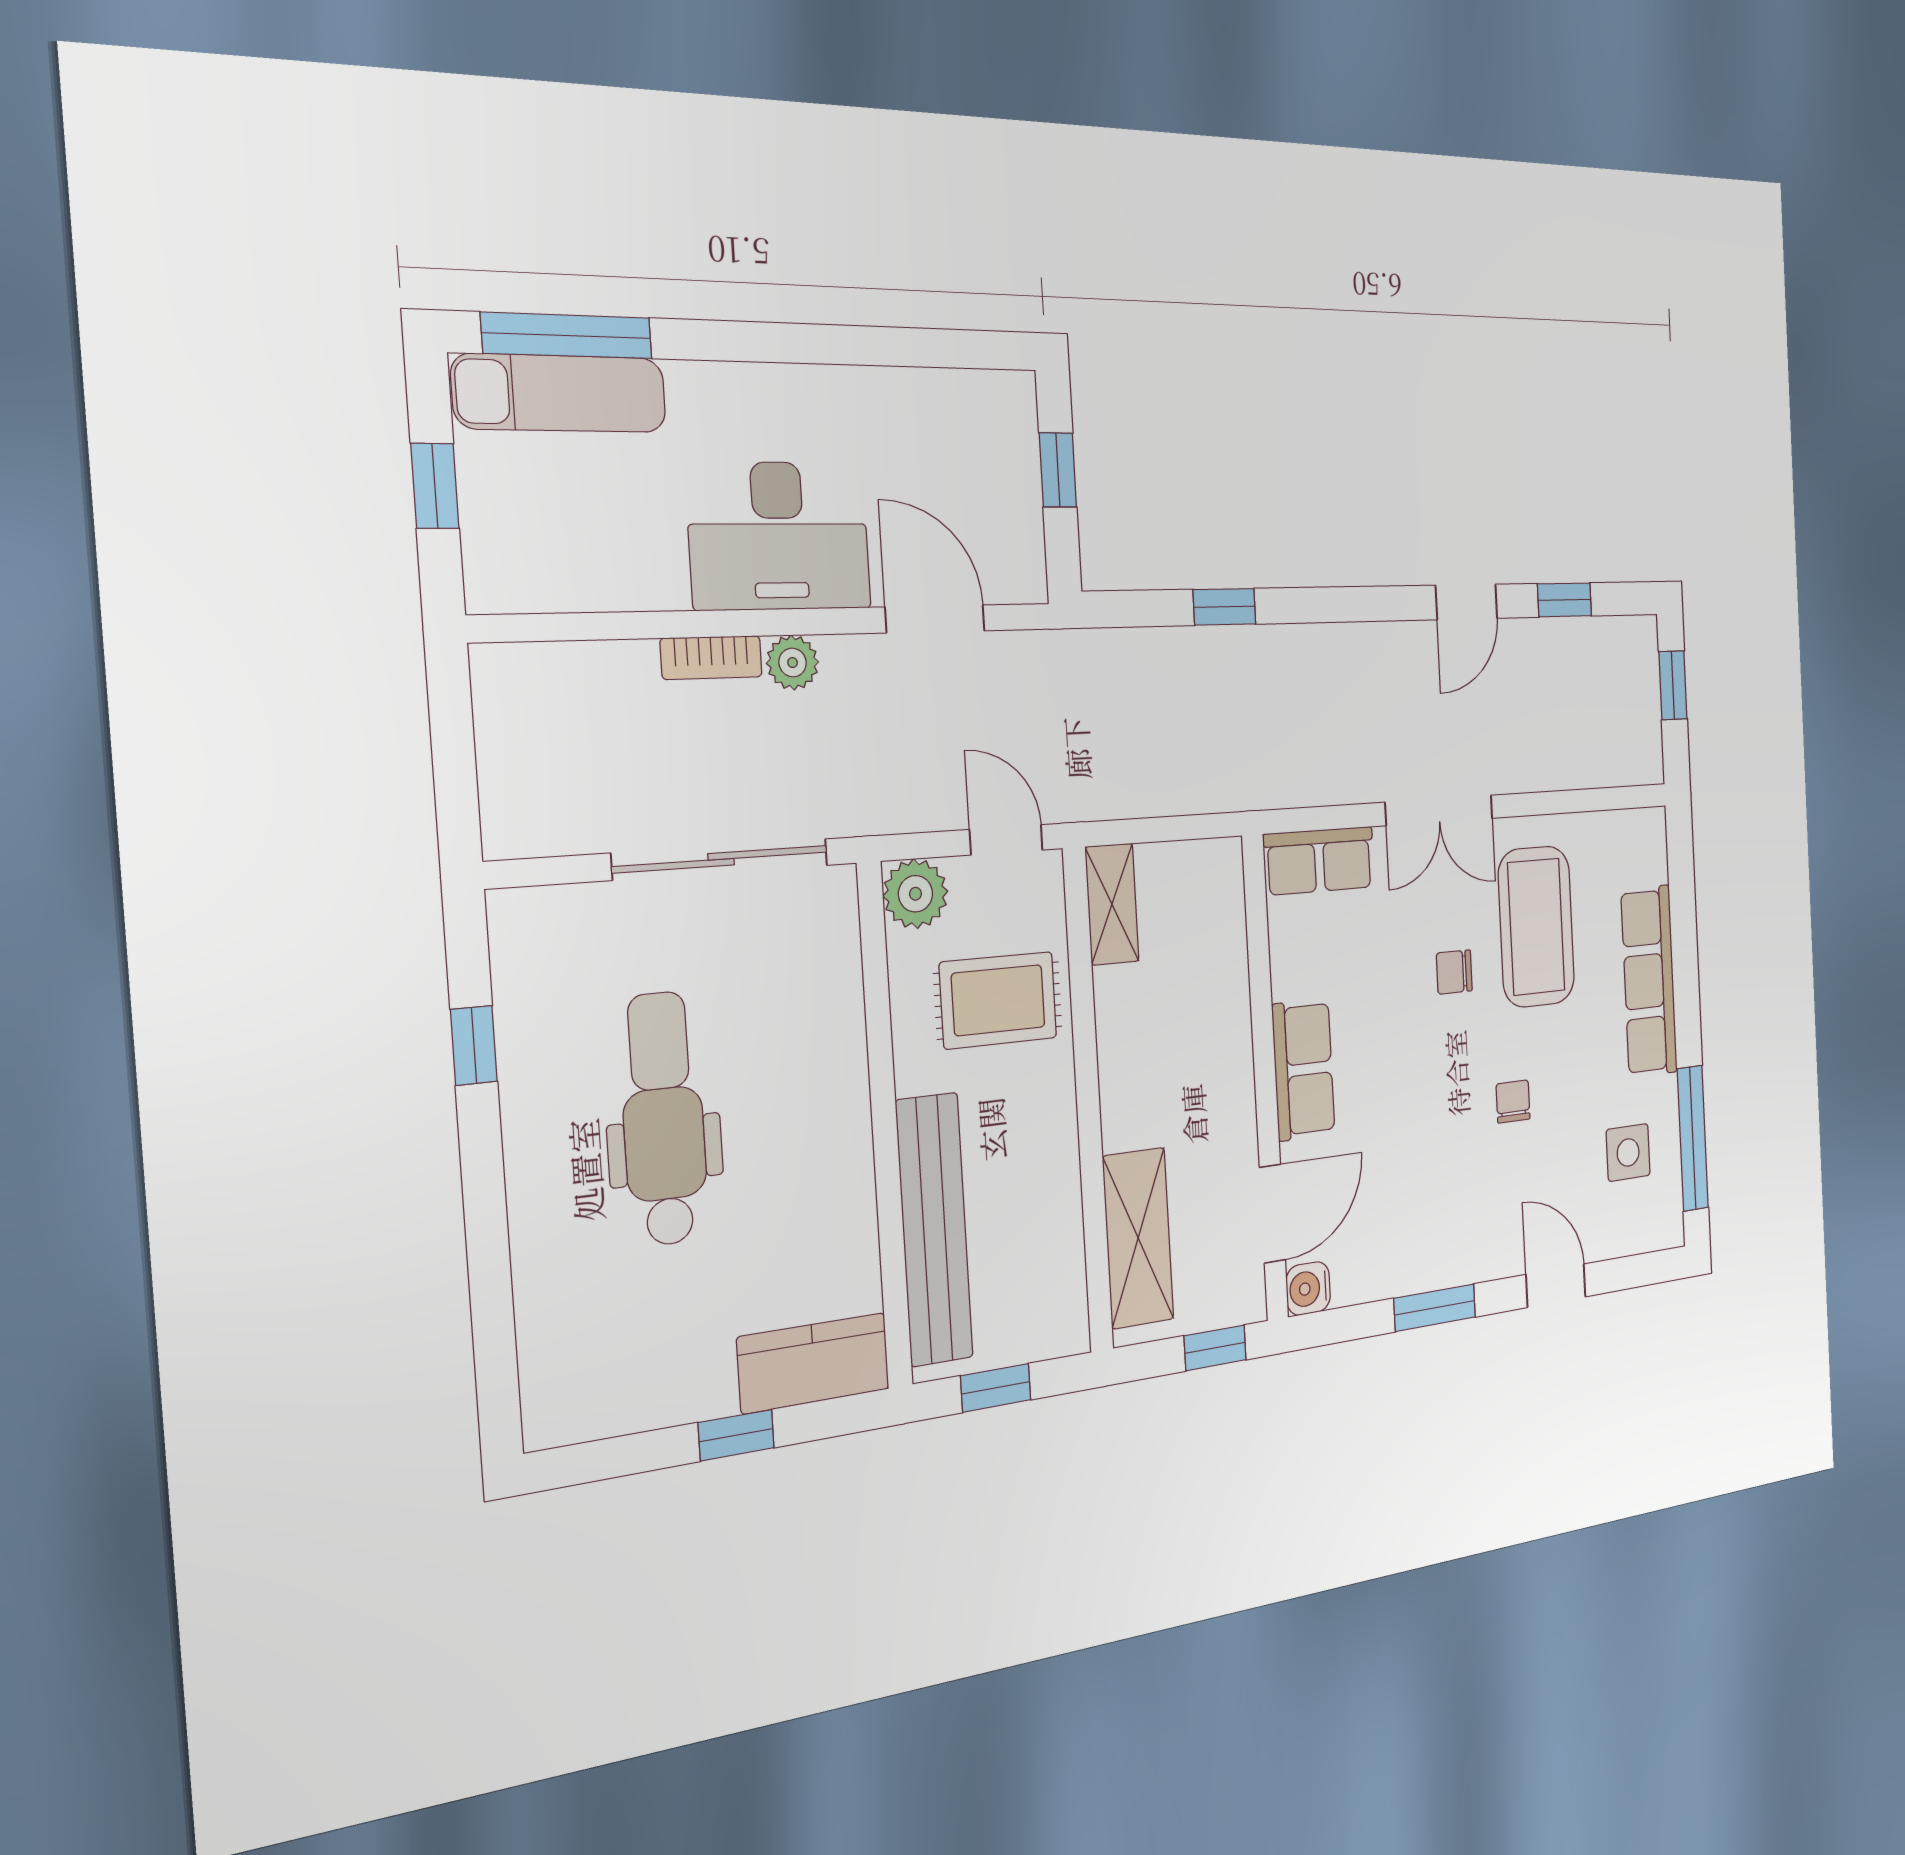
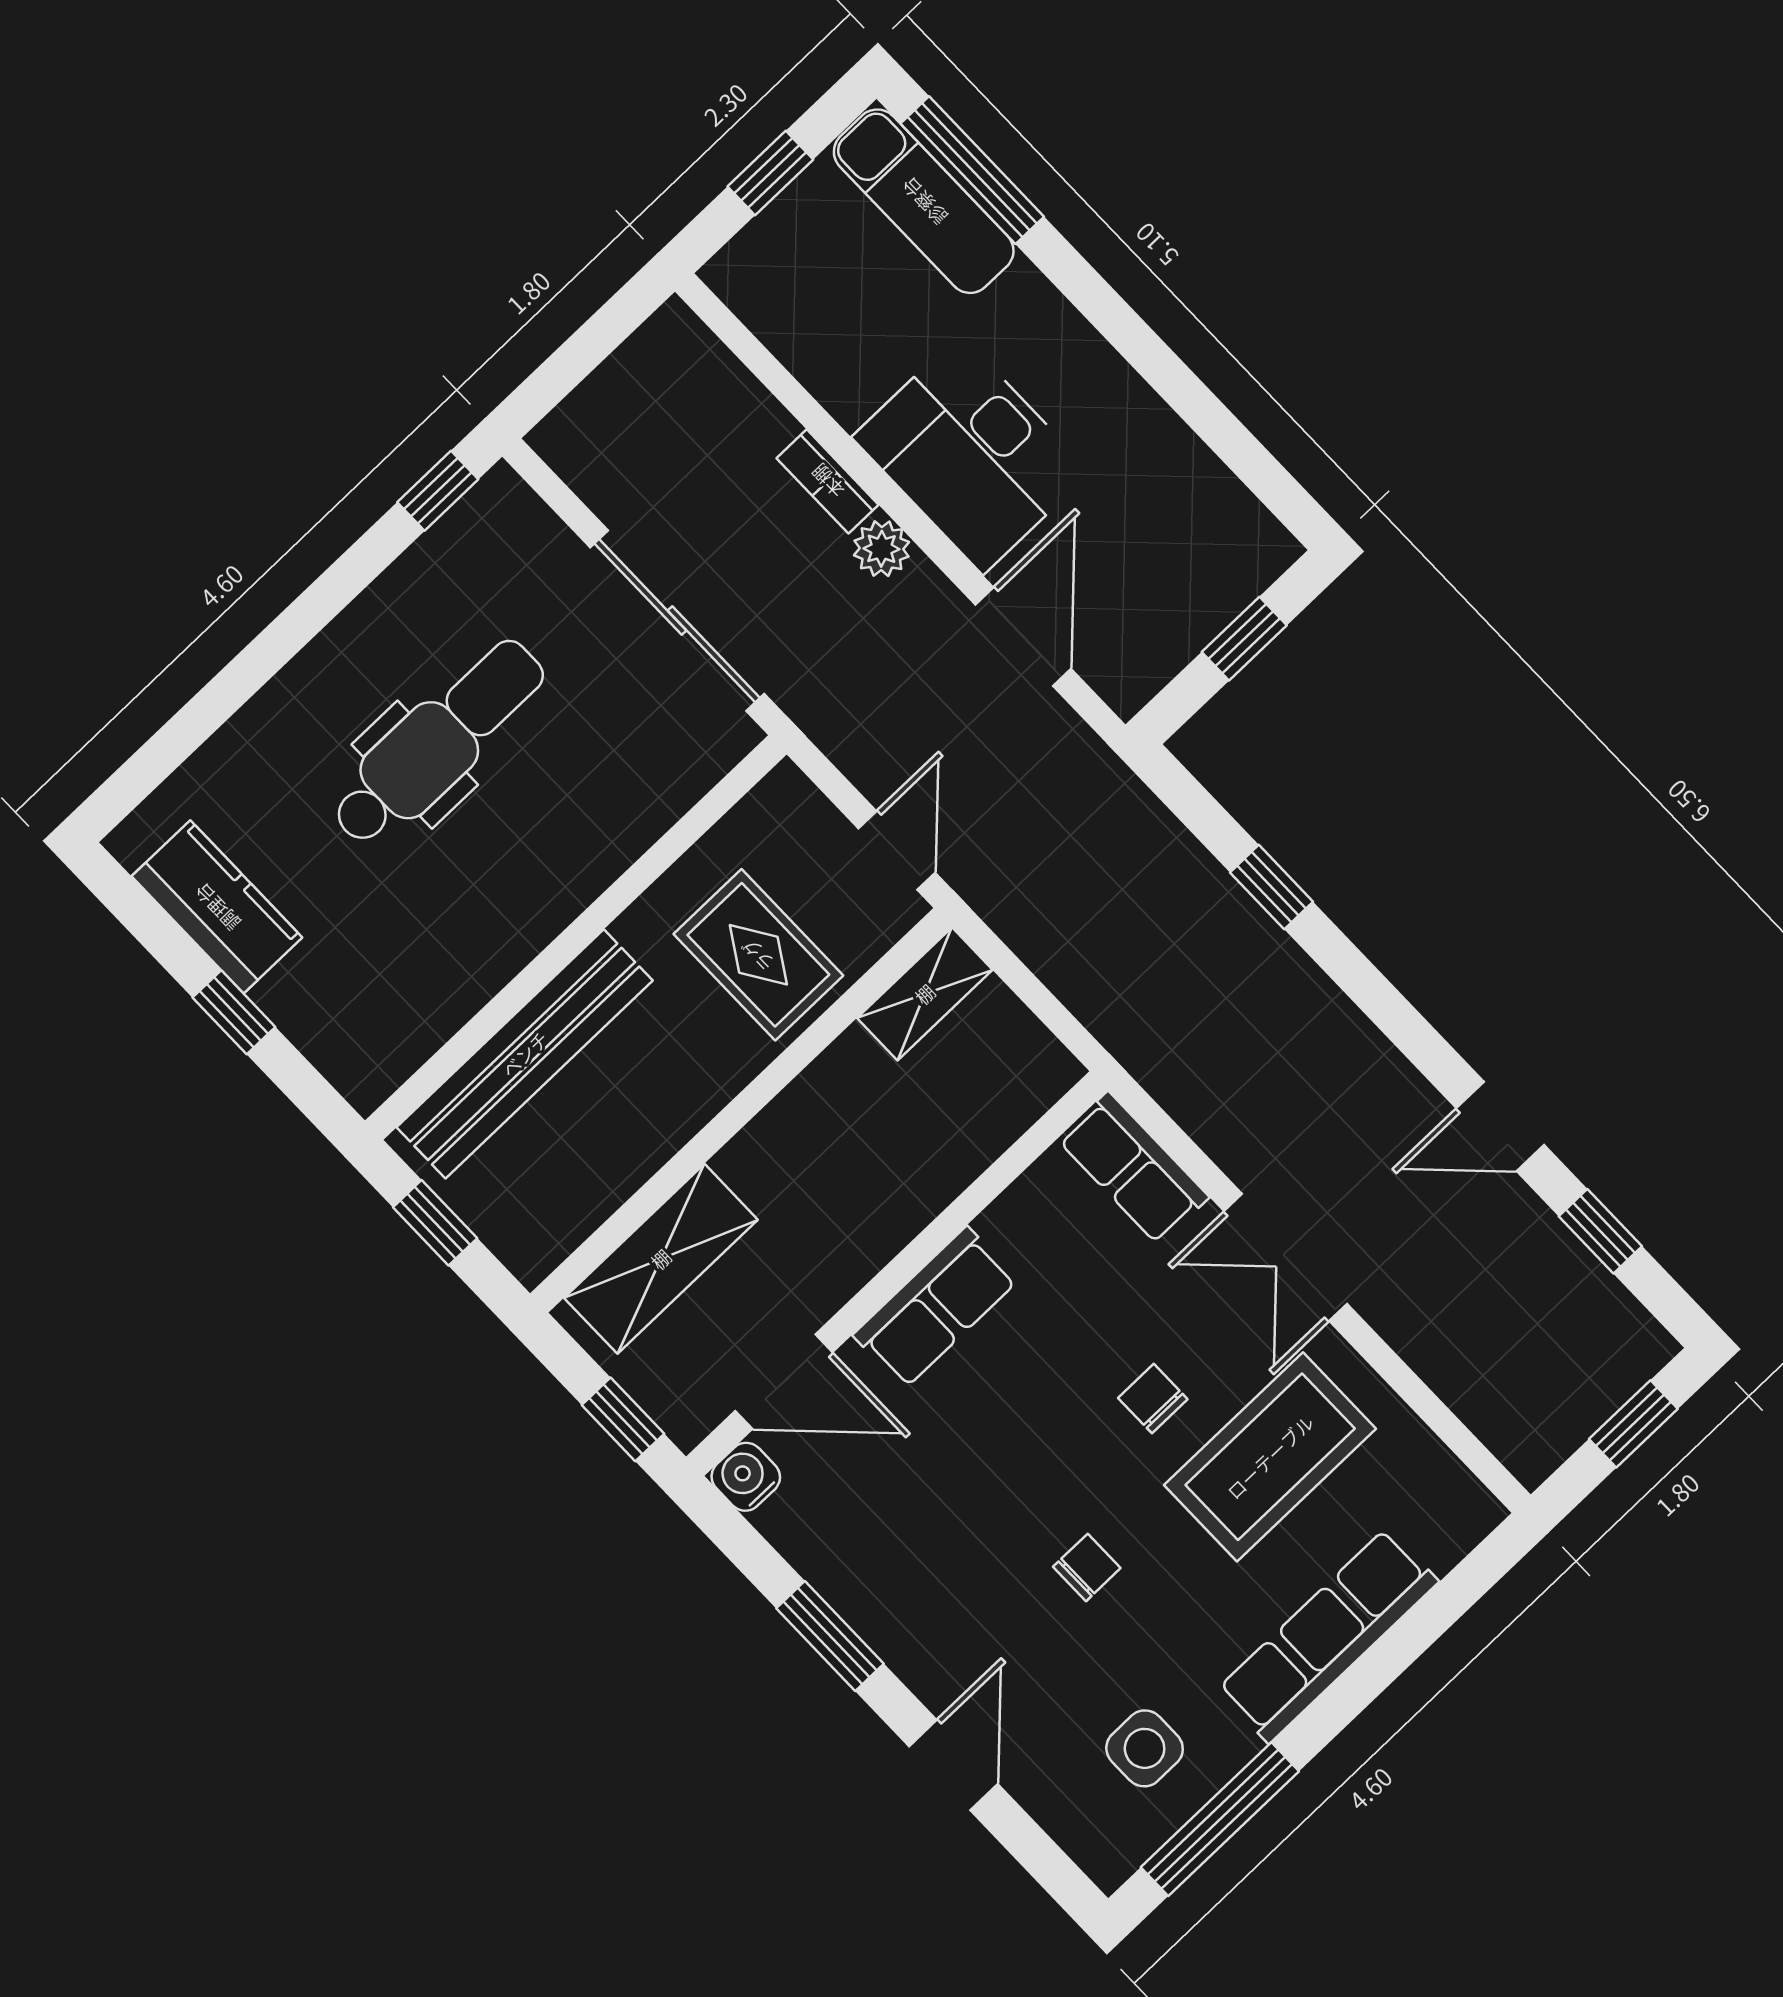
plant: (915, 894) -> (785, 807), removed
window: (474, 1045) -> (438, 491), moved
kitchen counter: (814, 1363) -> (217, 907), moved

